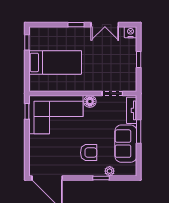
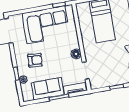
corner sofa: (56, 115) -> (46, 25), moved, turned -90
armchair: (89, 153) -> (35, 60), turned -86

